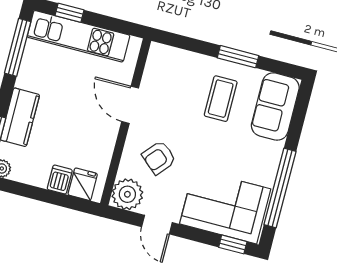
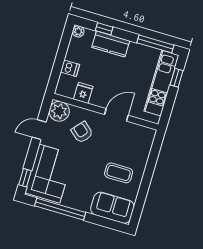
window: (238, 57) -> (145, 185), removed
fridge: (83, 184) -> (83, 93), moved, turned -90

